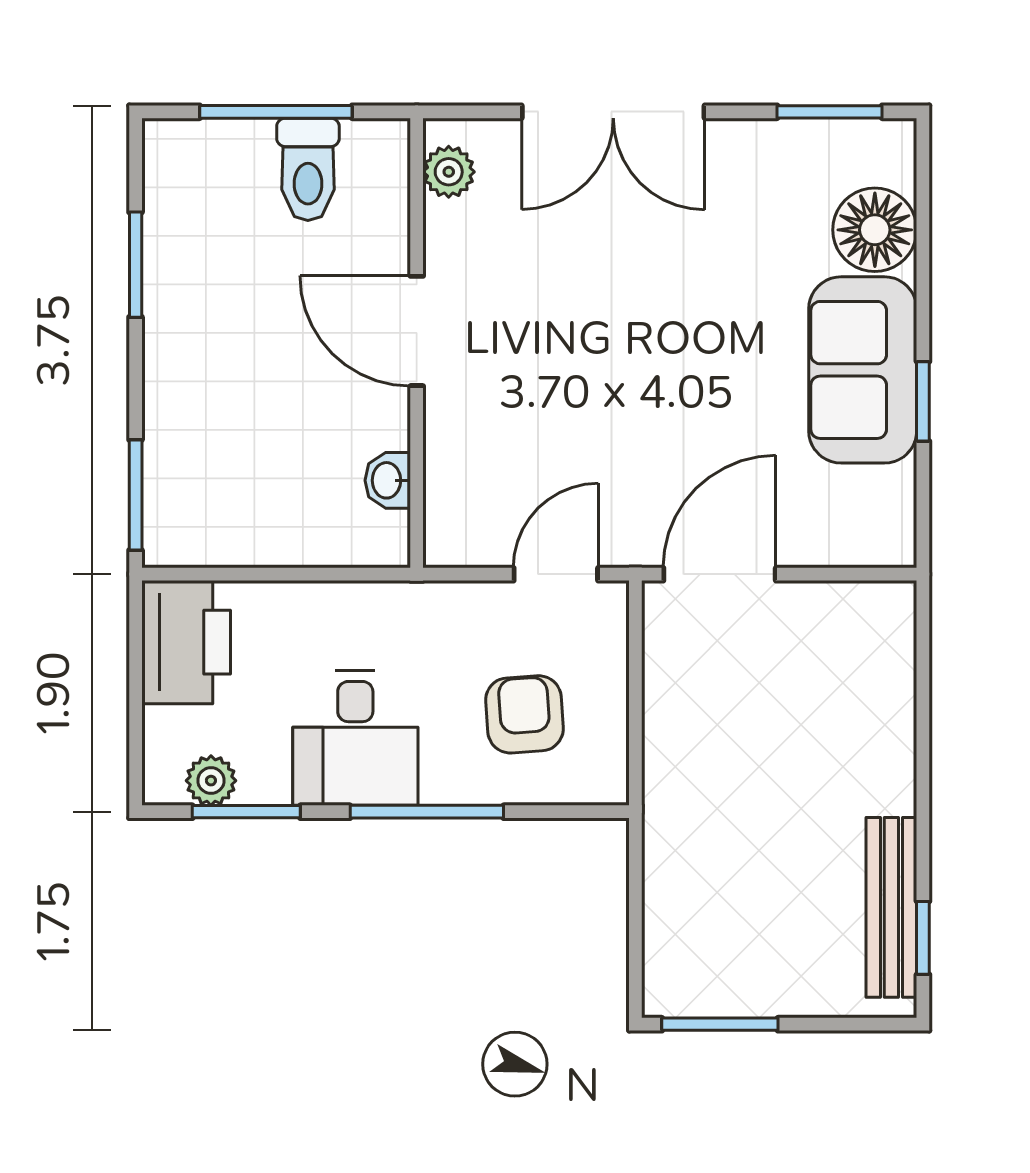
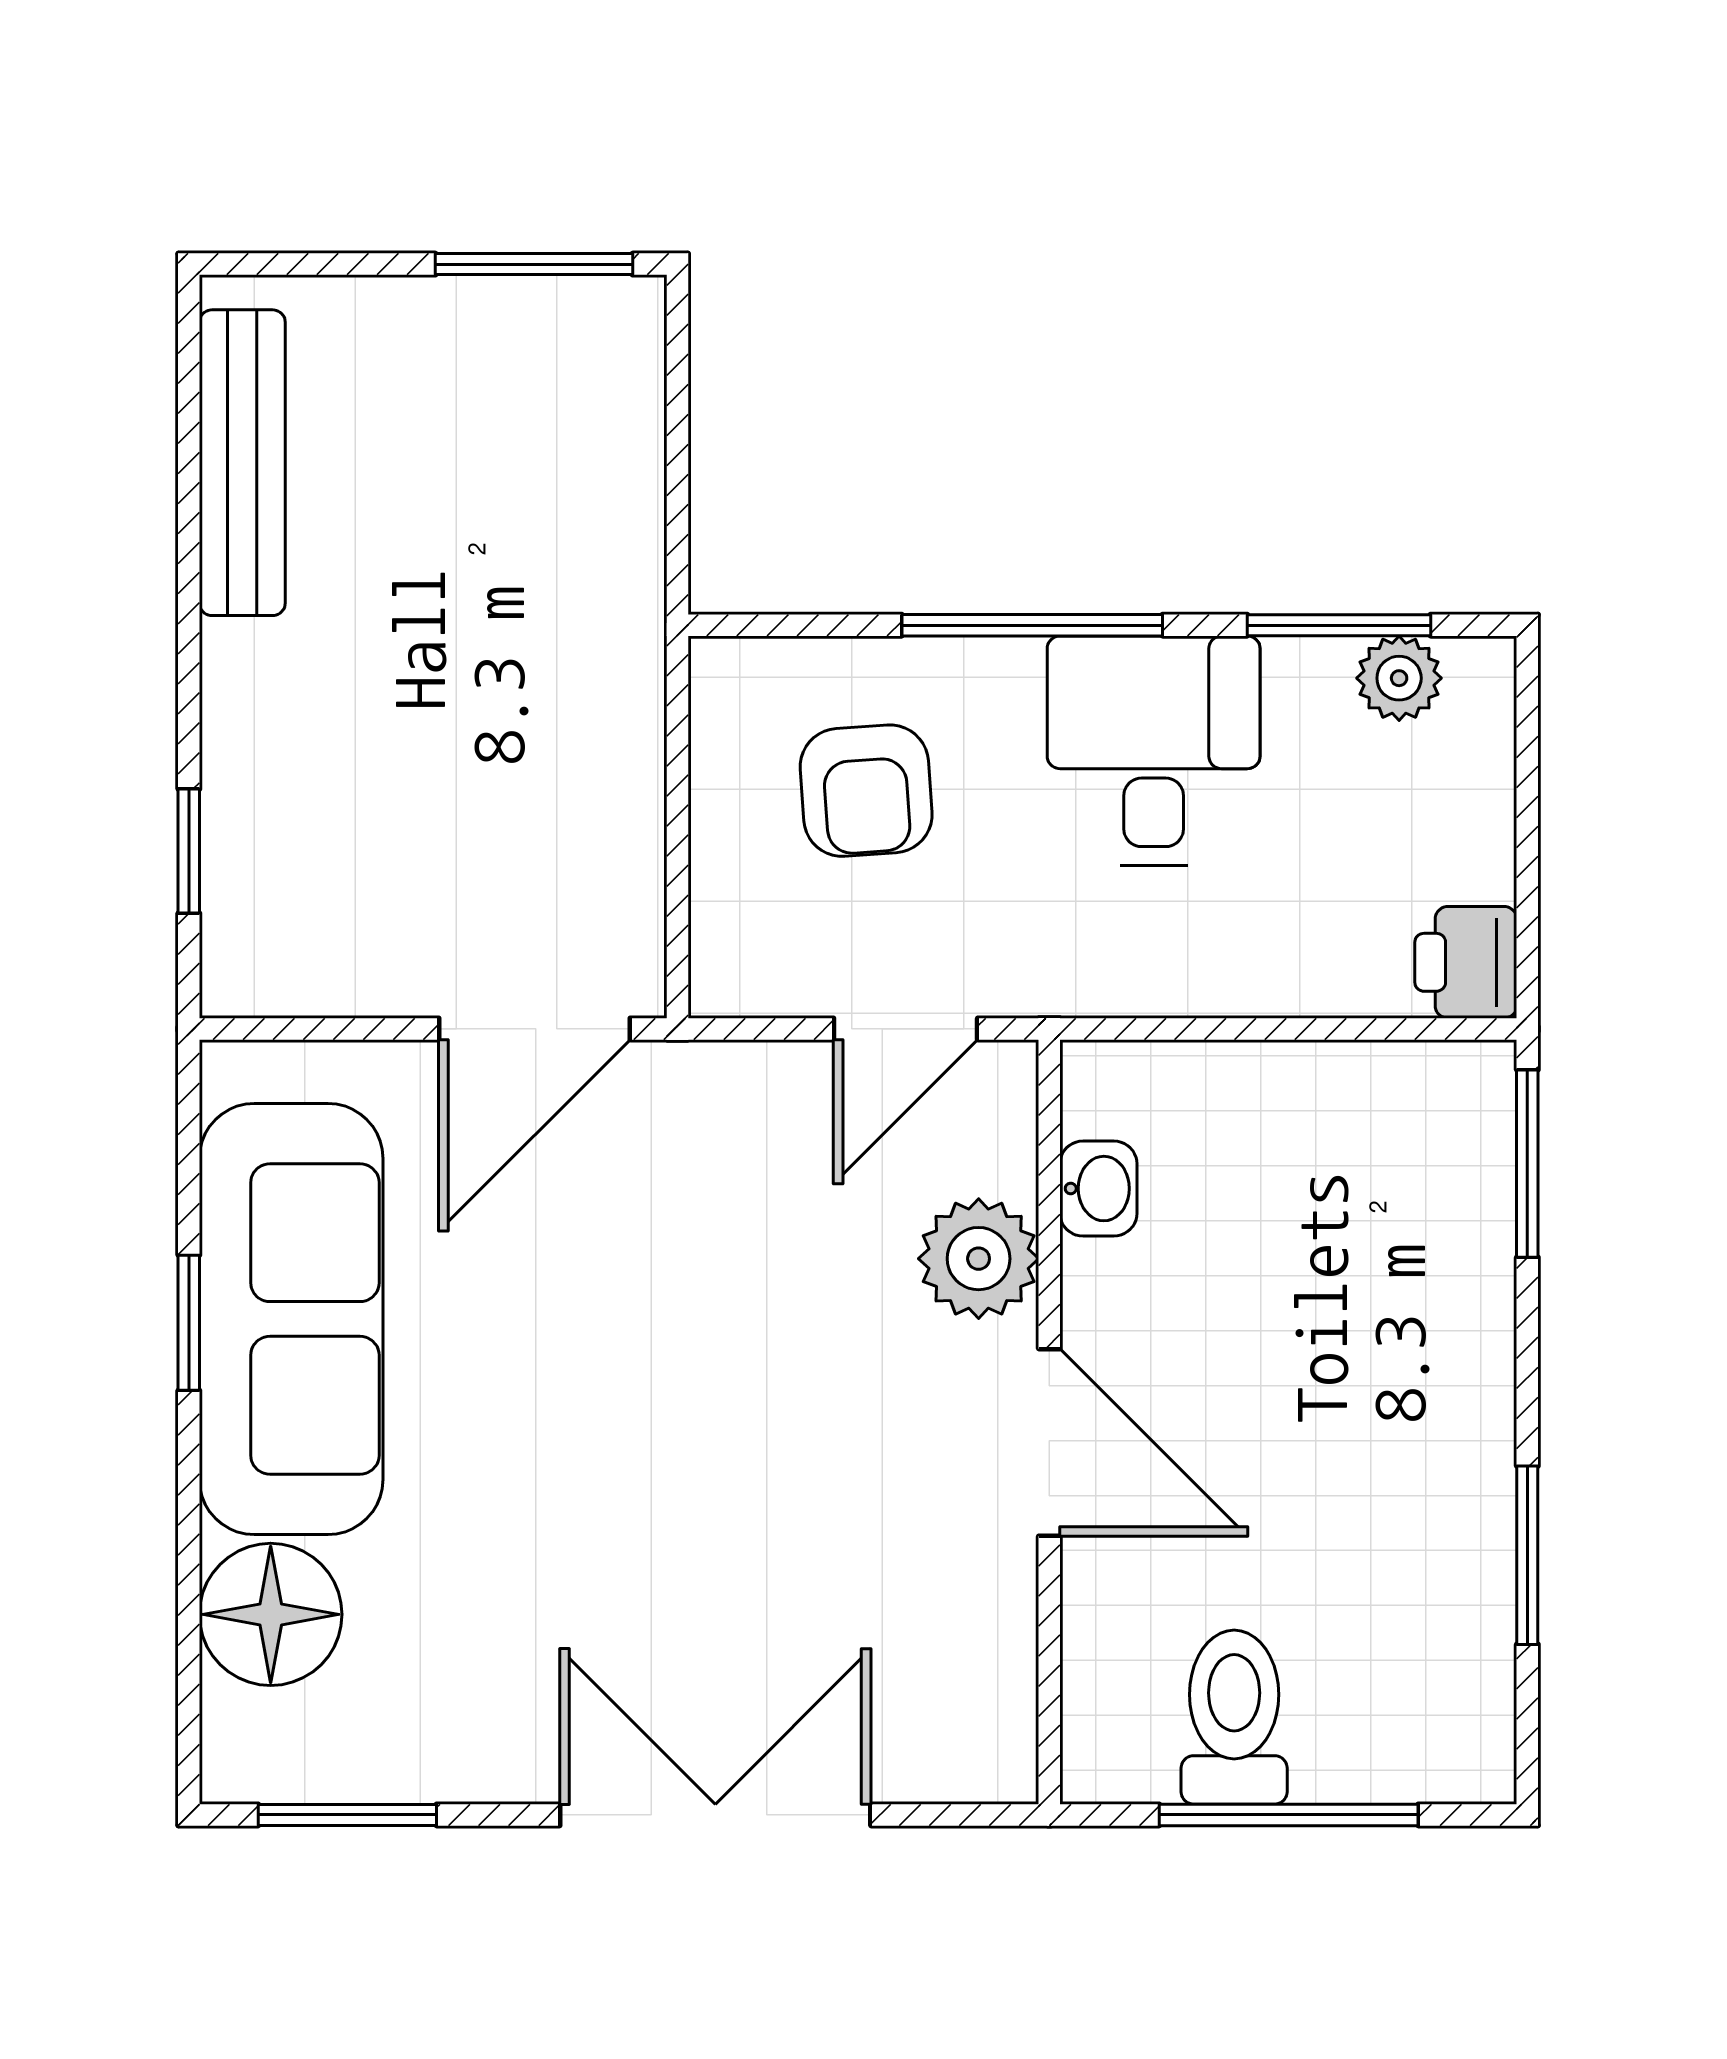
plant: (449, 172) -> (979, 1259), moved, width x1.38, depth x1.38
sofa: (863, 370) -> (291, 1319), width x1.36
door: (556, 574) -> (906, 1029), moved
printer: (186, 642) -> (1466, 962), width x0.53, depth x0.68
window: (923, 938) -> (189, 851), moved

